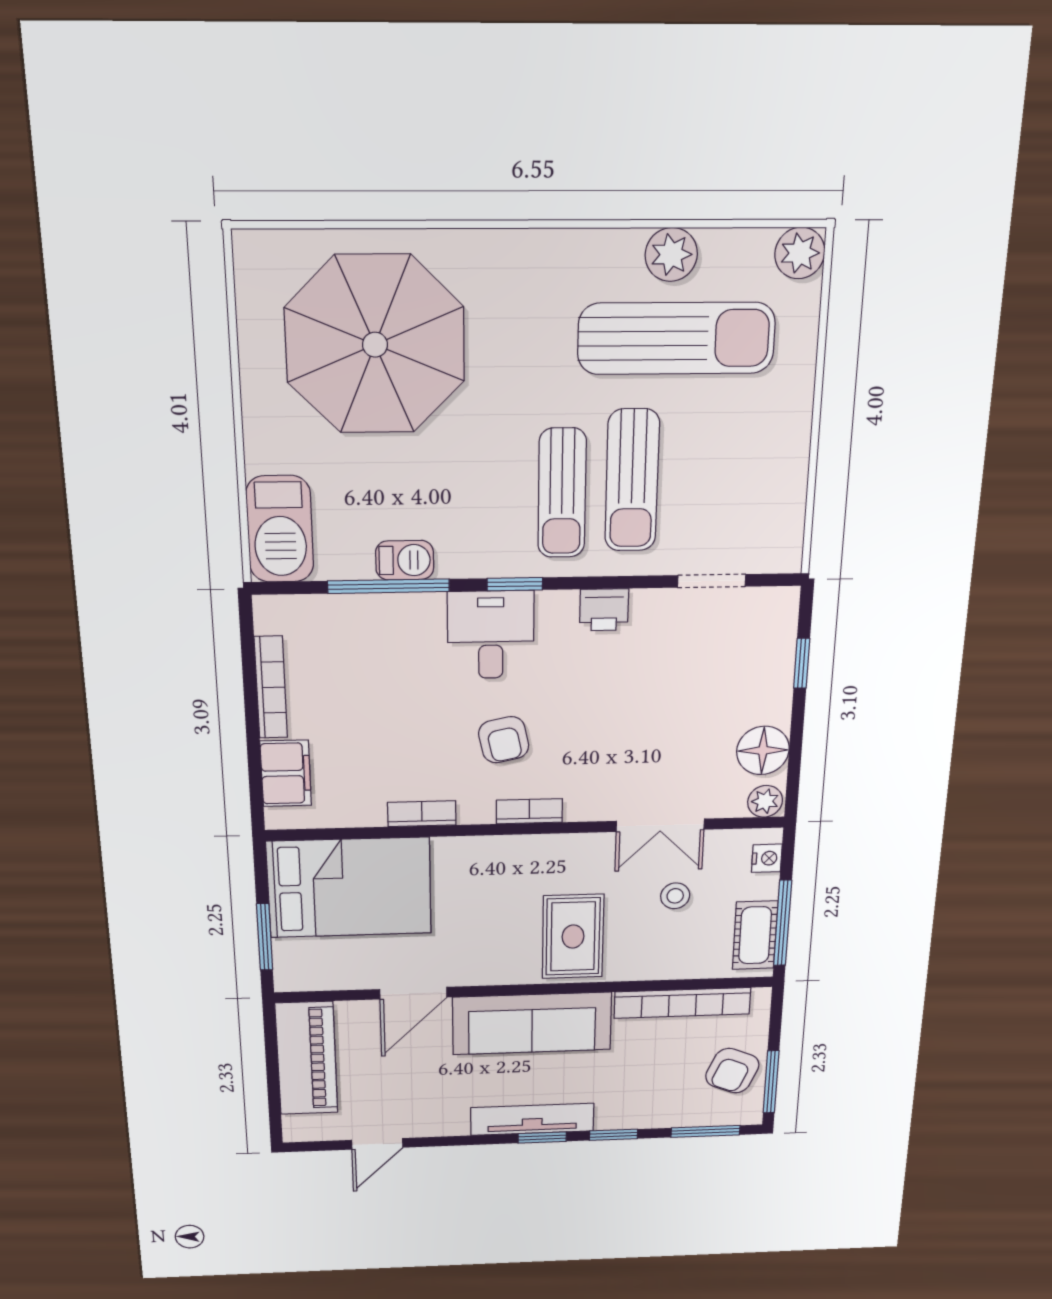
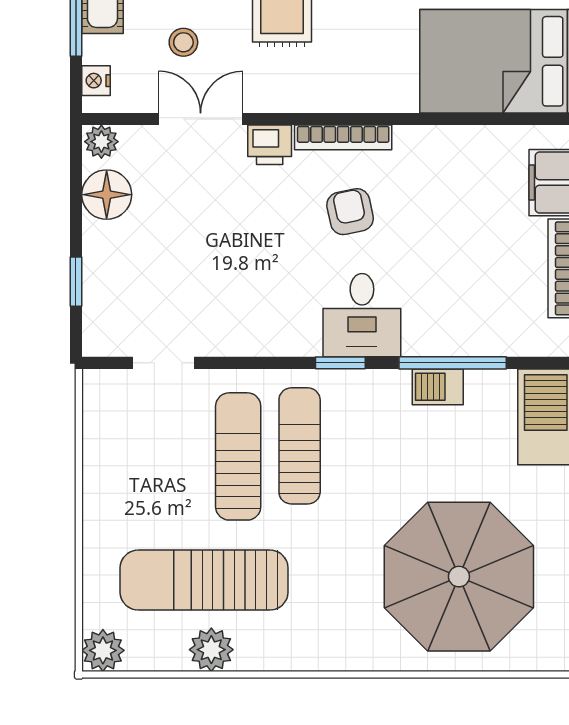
printer: (604, 610) -> (270, 145), moved, turned 180
bookcase: (529, 811) -> (343, 137), width x1.56
bookcase: (422, 814) -> (427, 138), removed

